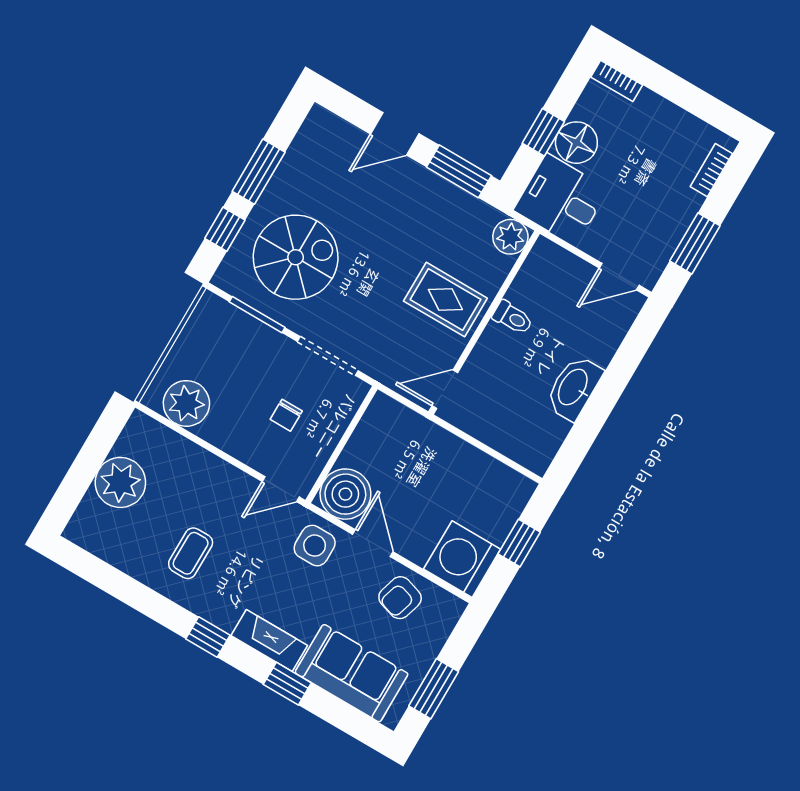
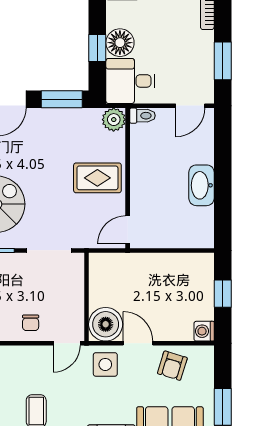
toilet: (513, 318) -> (142, 116), moved
chair: (286, 415) -> (31, 323), moved
washing machine: (462, 559) -> (204, 331), width x0.53, depth x0.53

